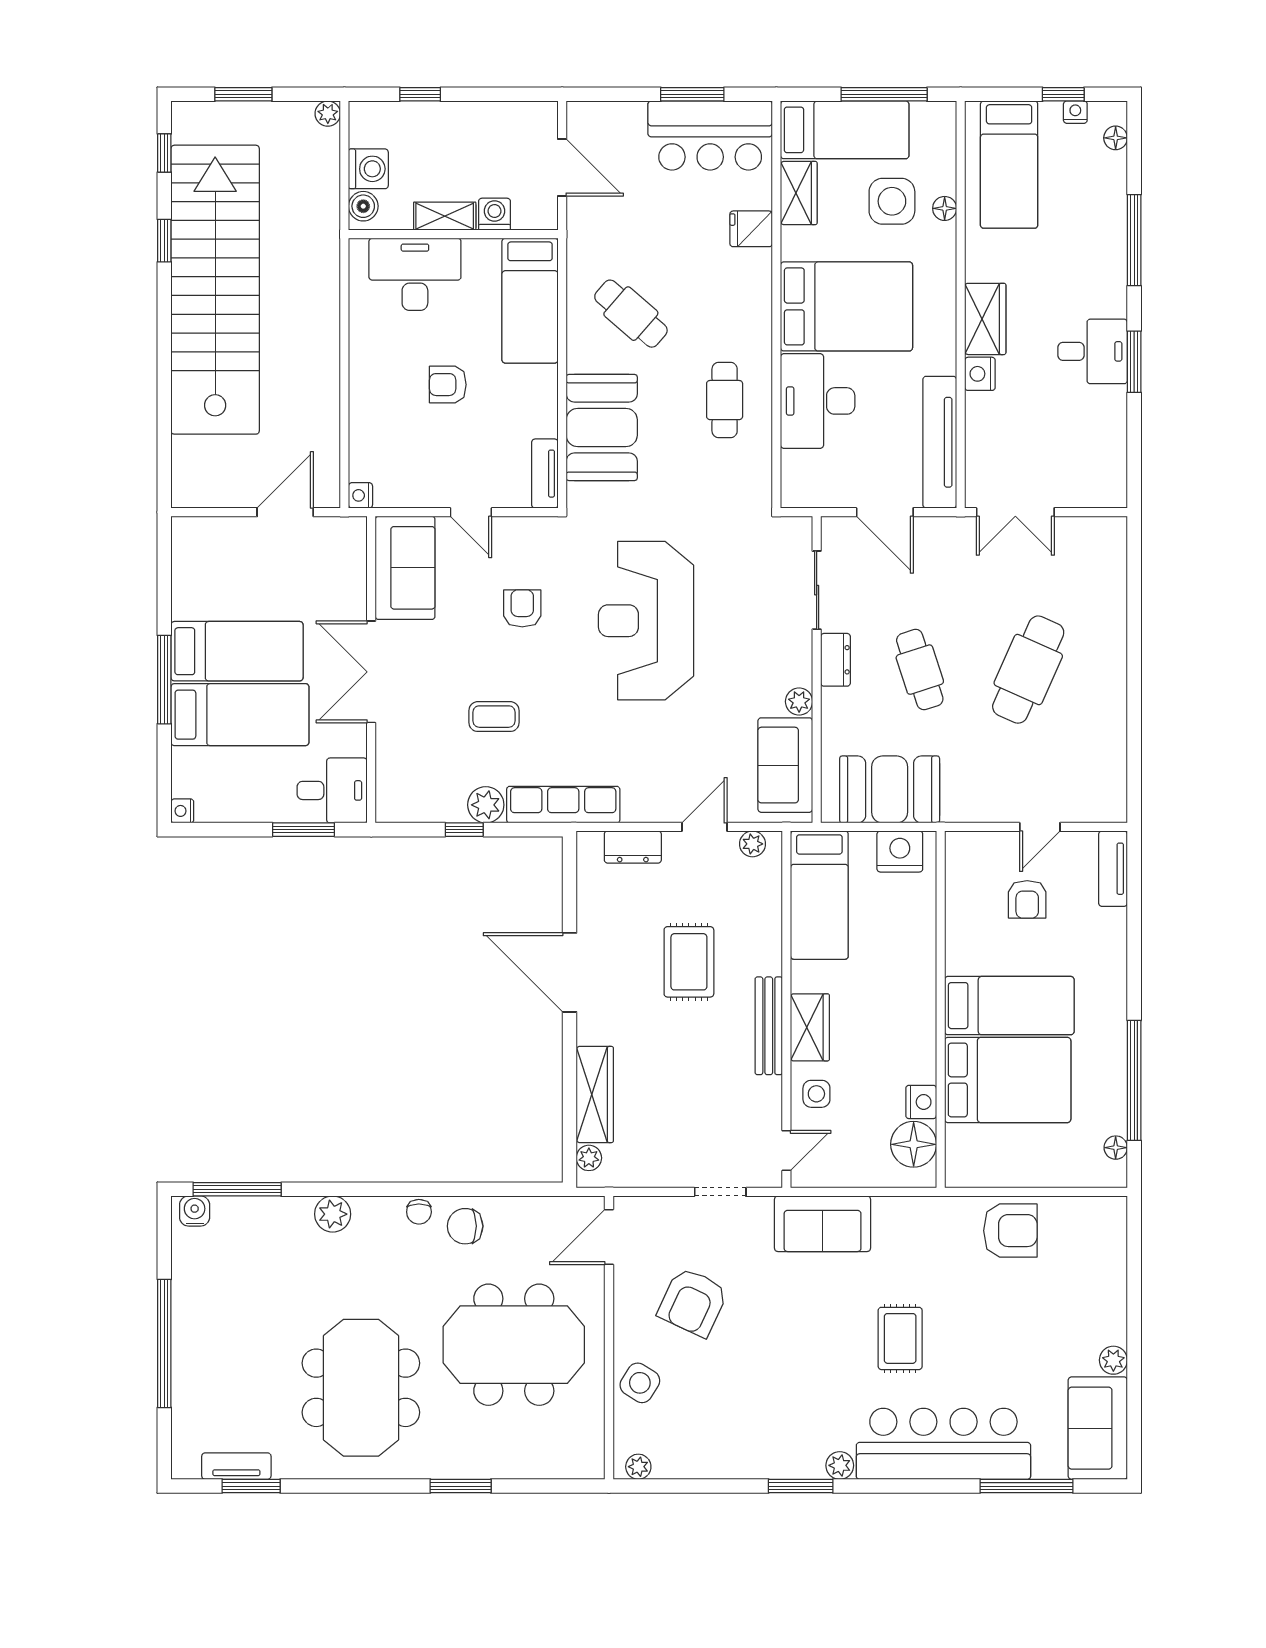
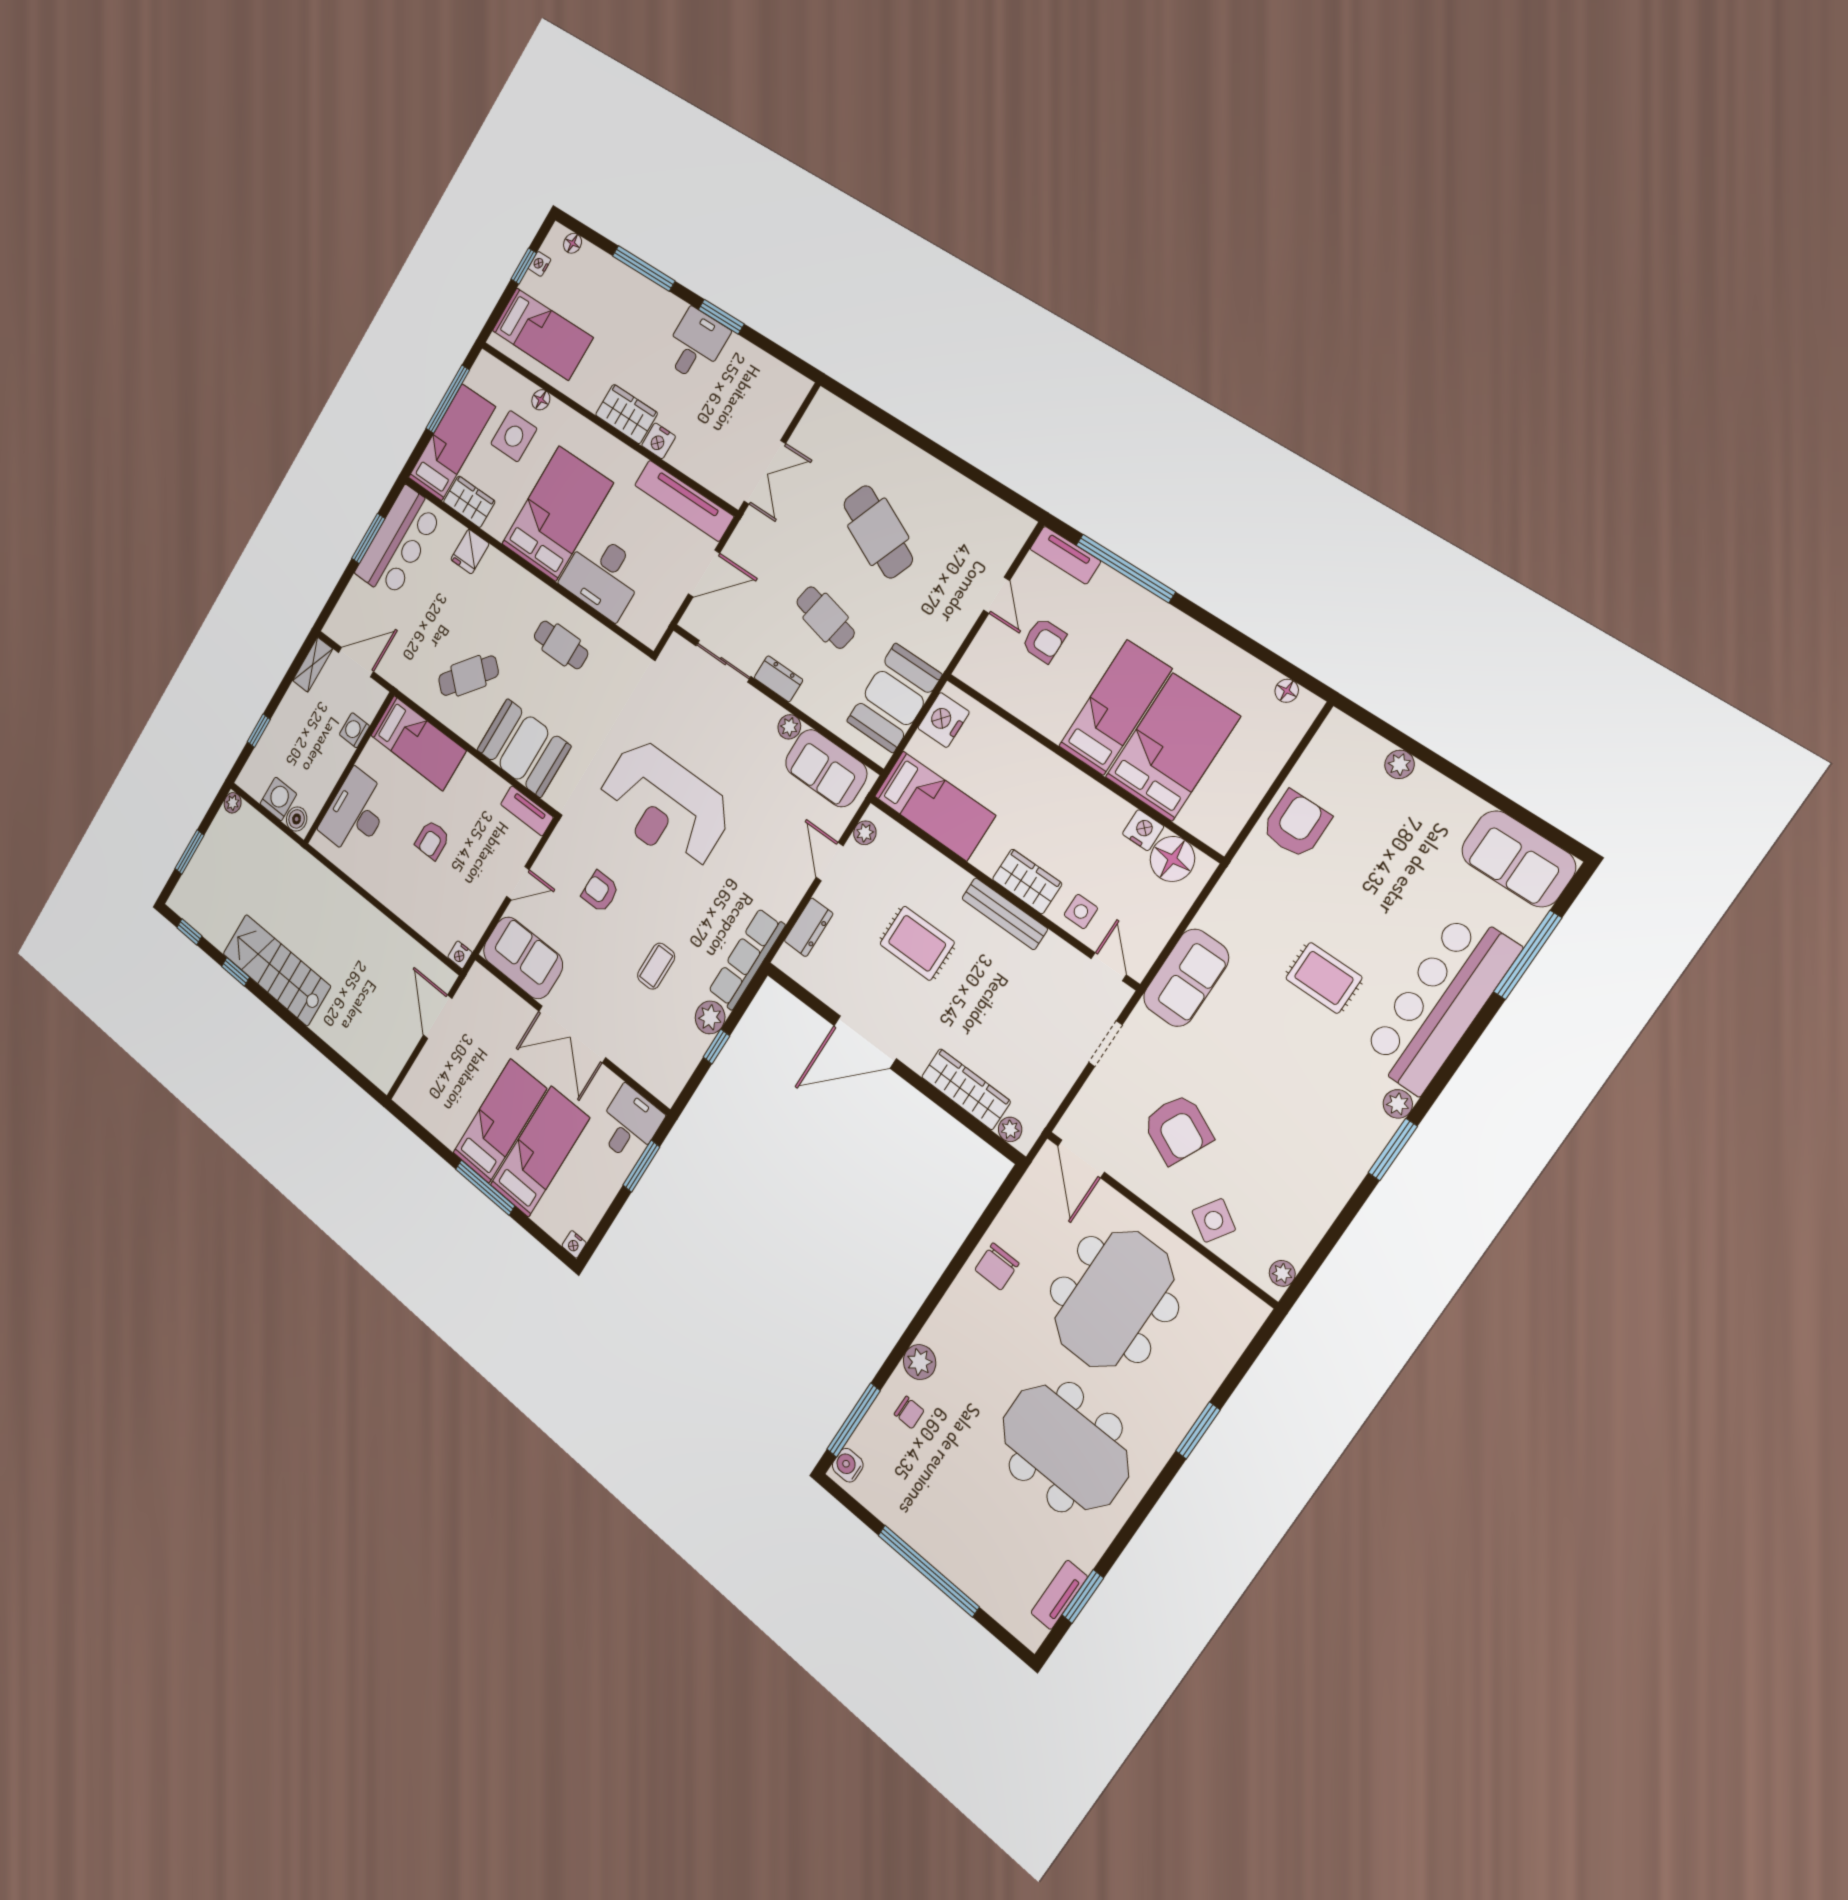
shelving: (445, 216) -> (313, 665), moved
stairs: (215, 290) -> (277, 970), width x0.54, depth x0.66
cafe table: (920, 670) -> (825, 618), turned 30
window: (1134, 1080) -> (1125, 568), moved
chair: (419, 1212) -> (909, 1412), moved
plant: (1113, 1360) -> (1399, 764), moved

